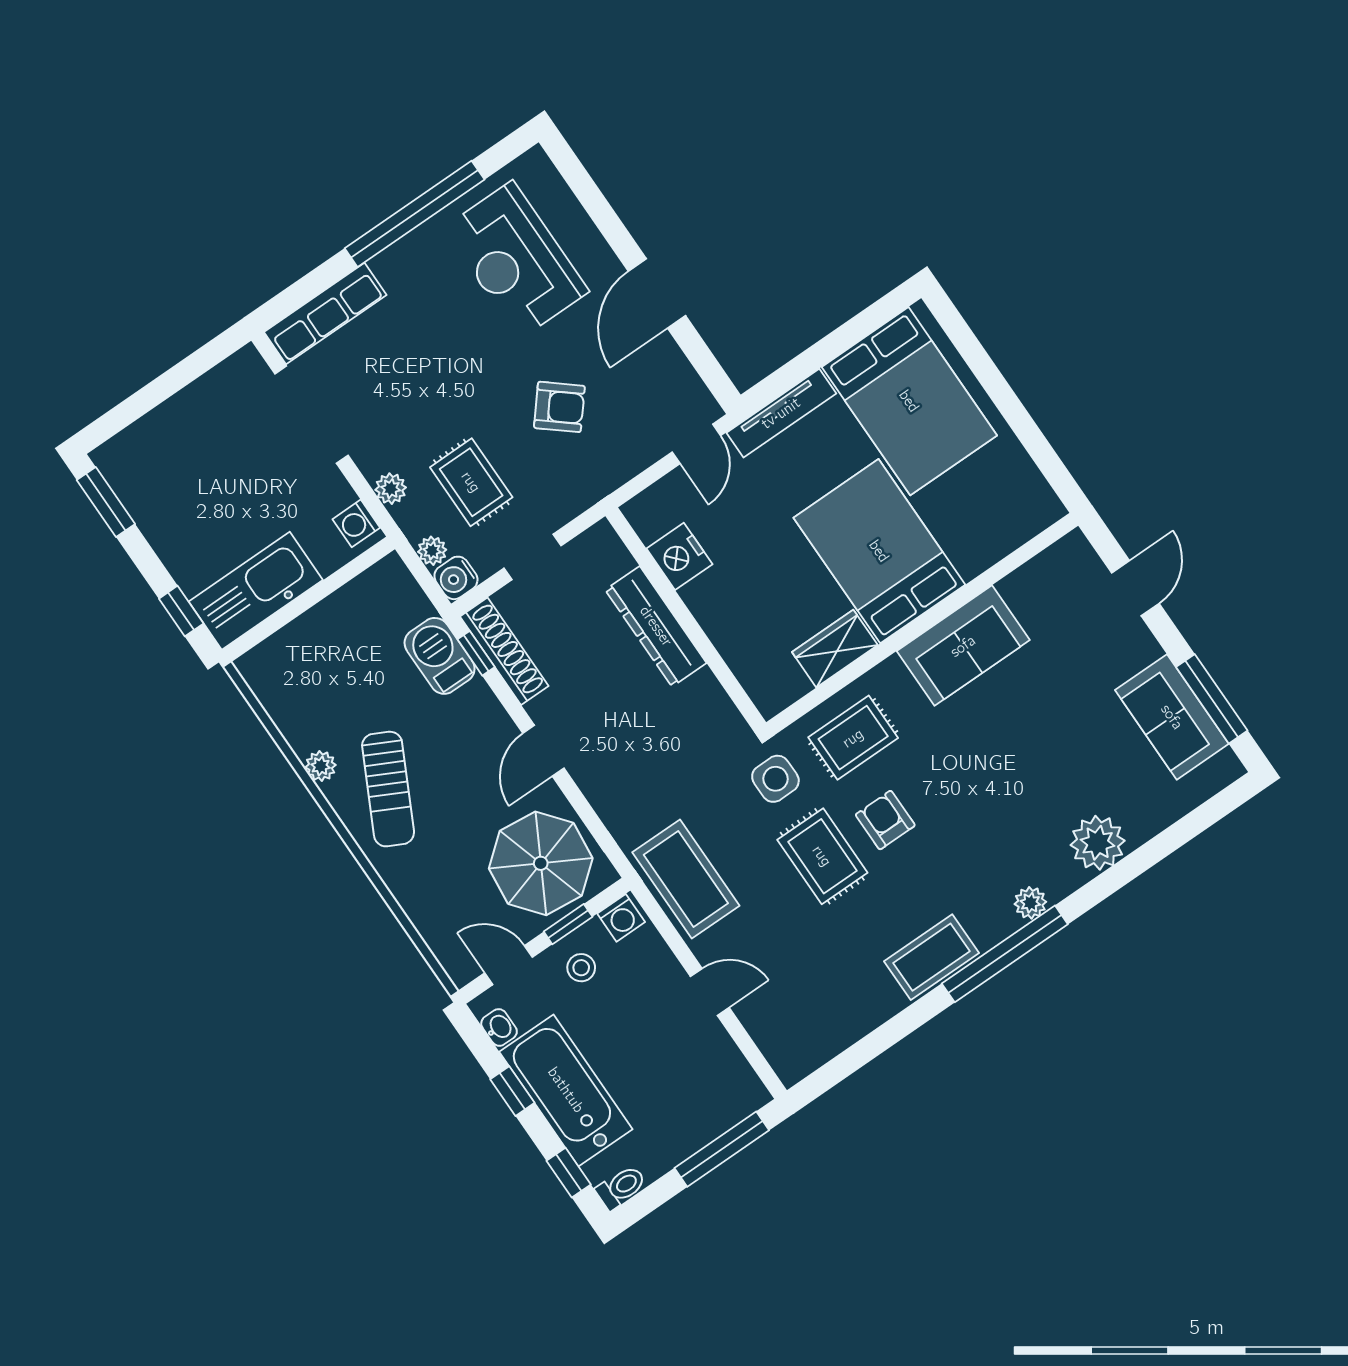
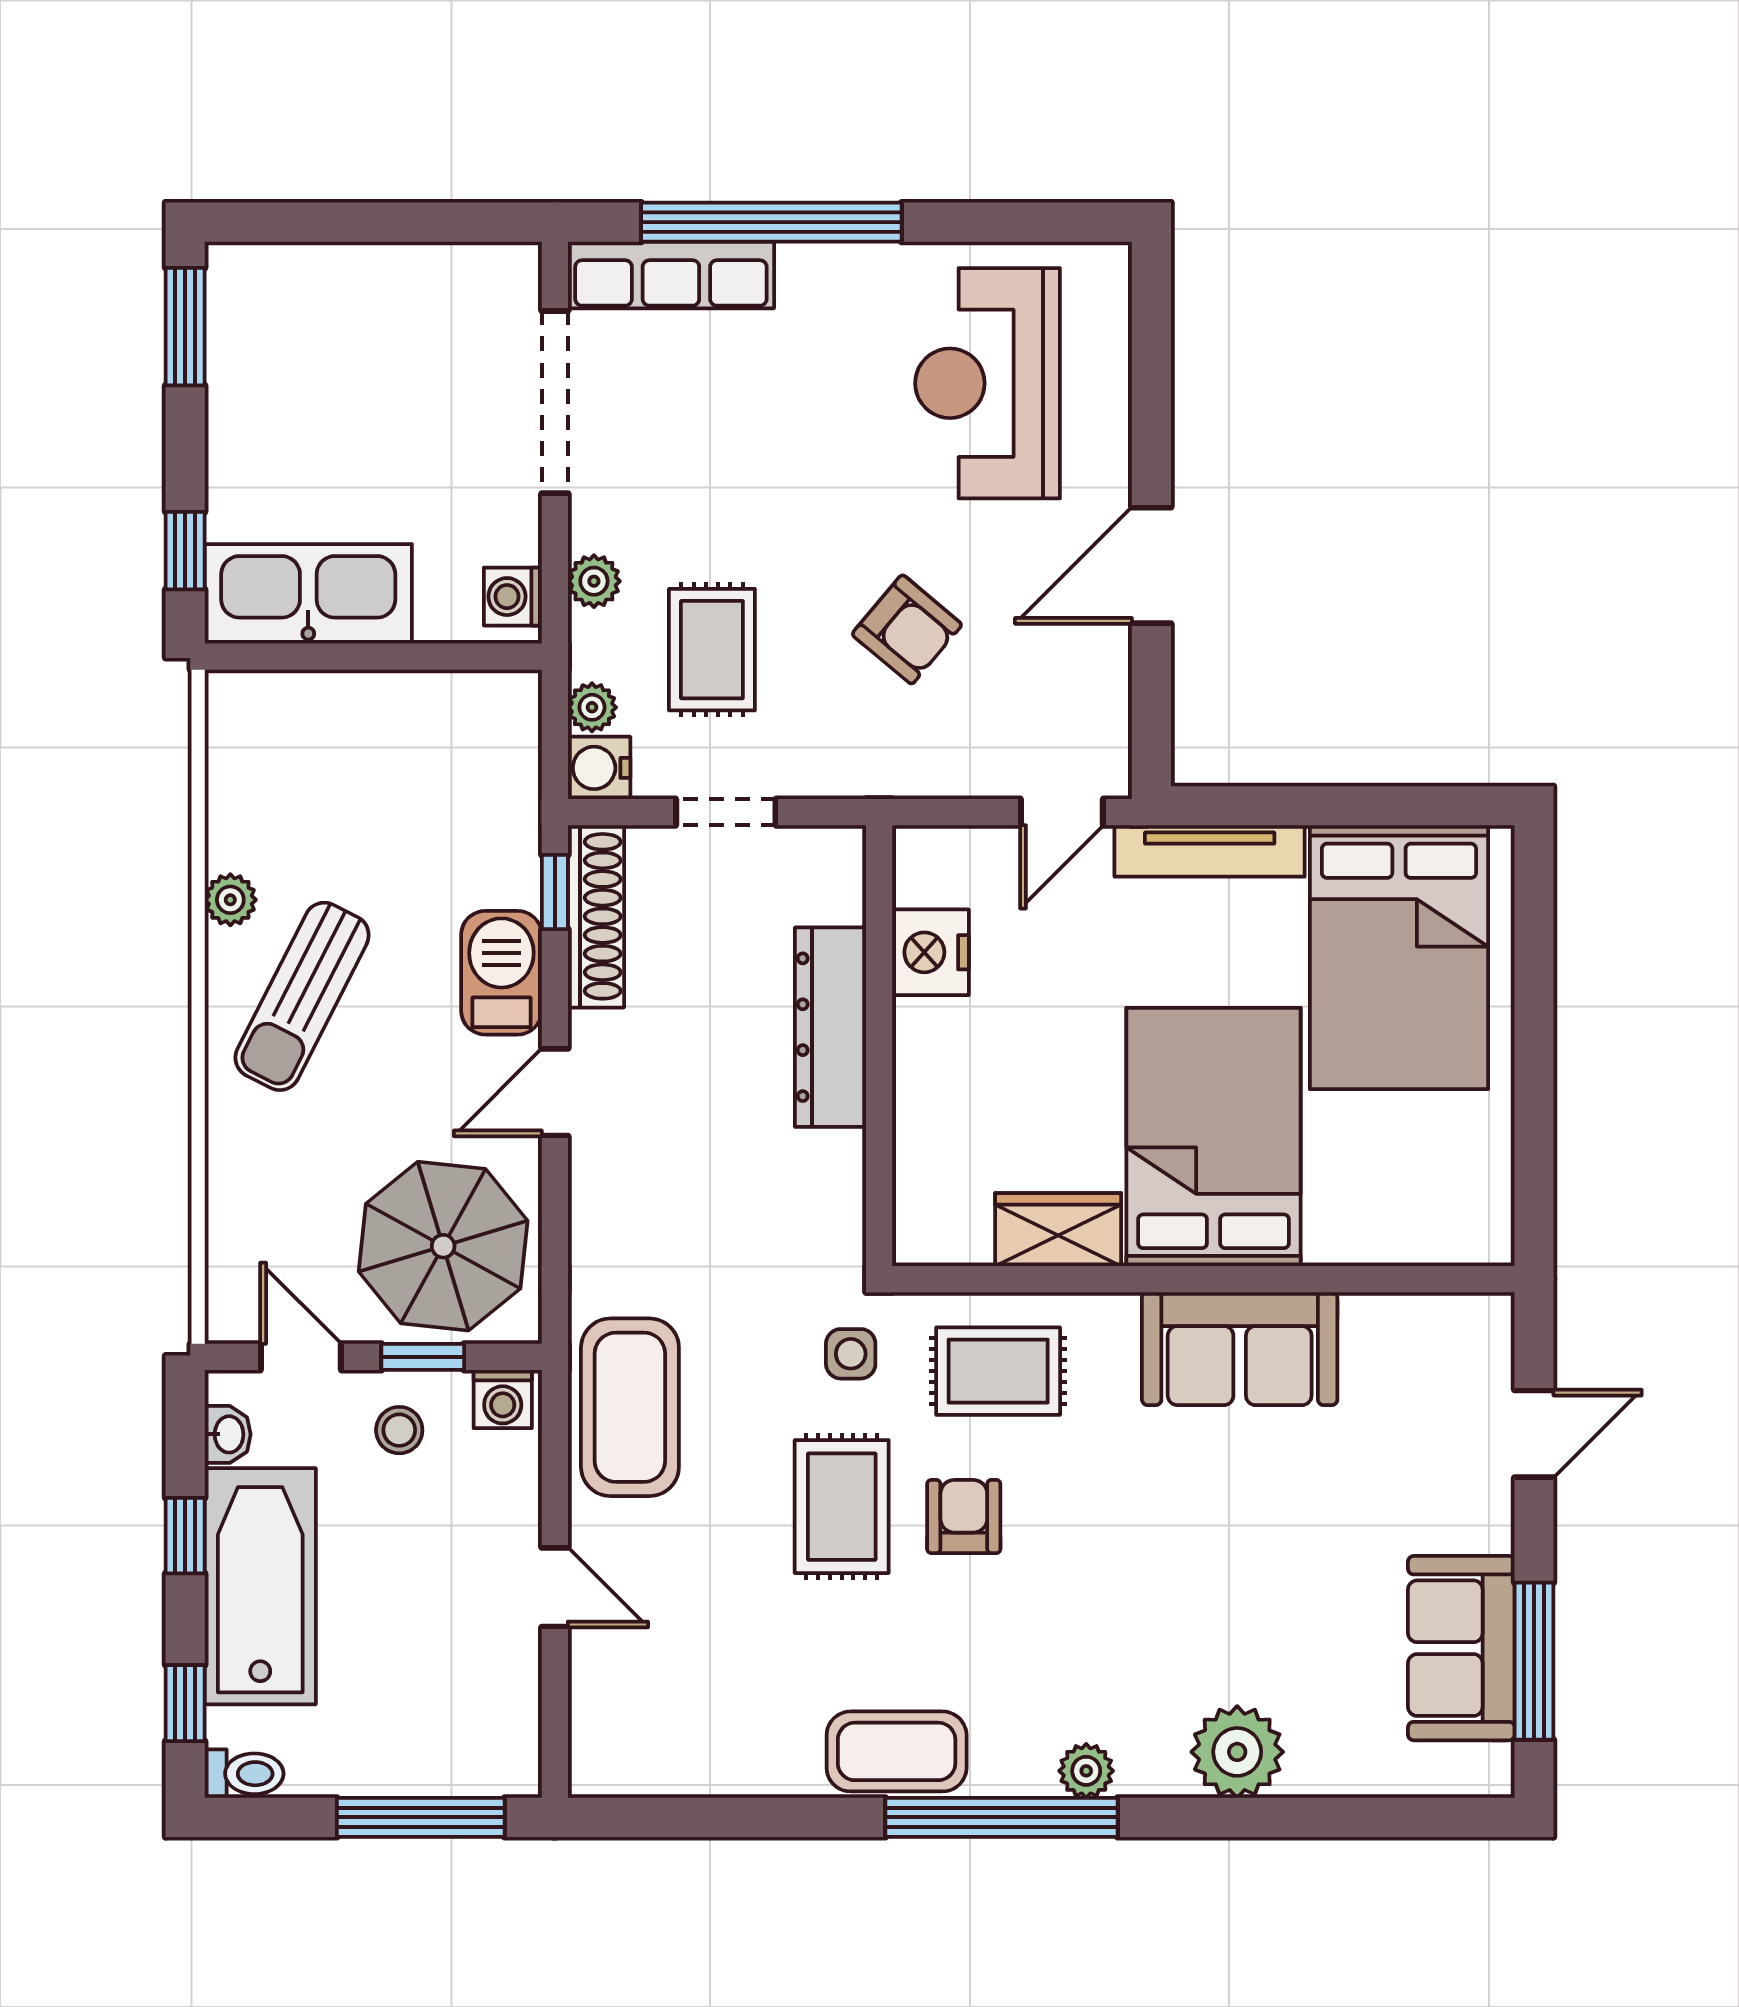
window: (415, 214) -> (771, 222), moved
barbecue: (440, 656) -> (501, 973), moved
side table: (775, 779) -> (851, 1354), width x0.73, depth x0.73

